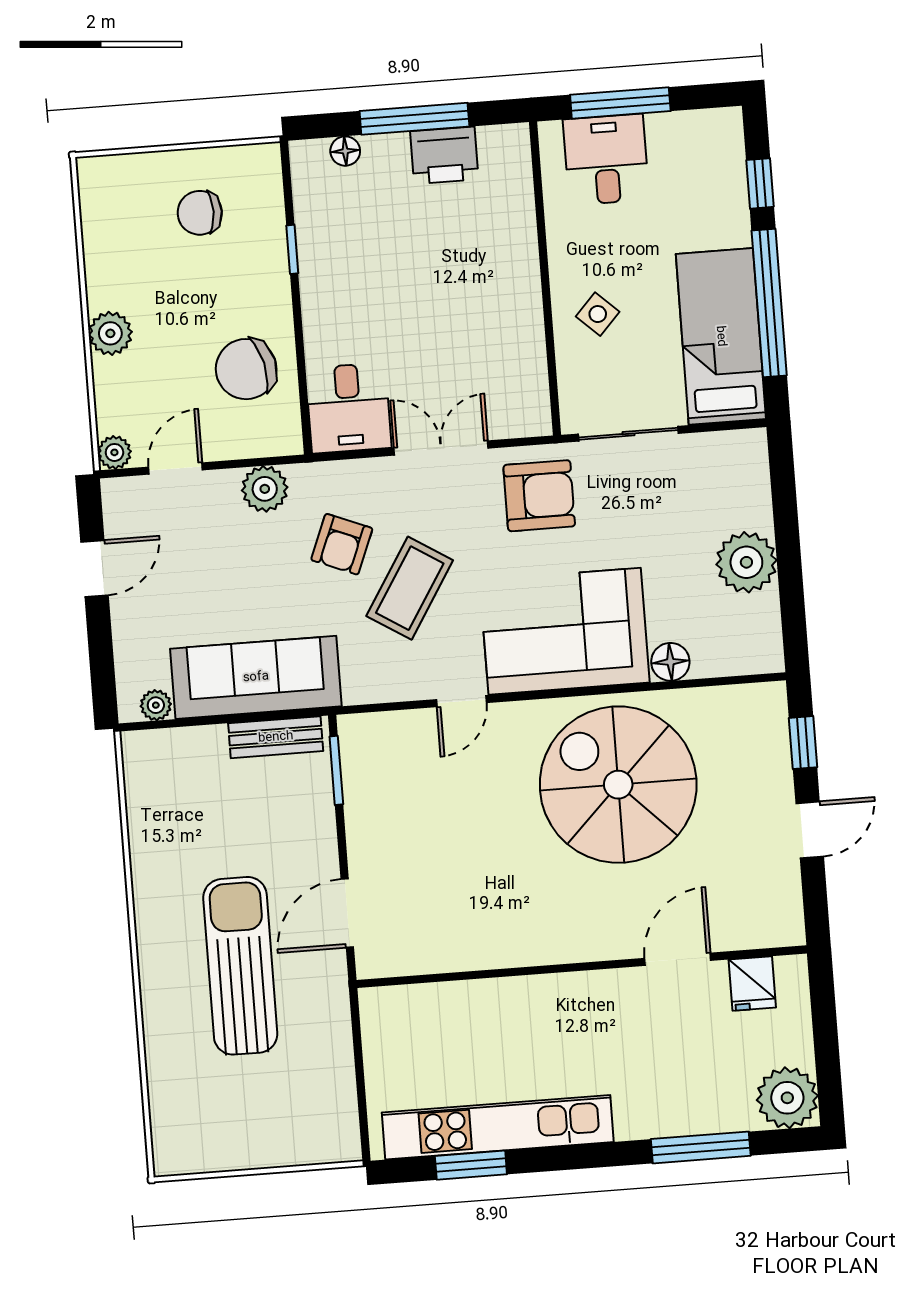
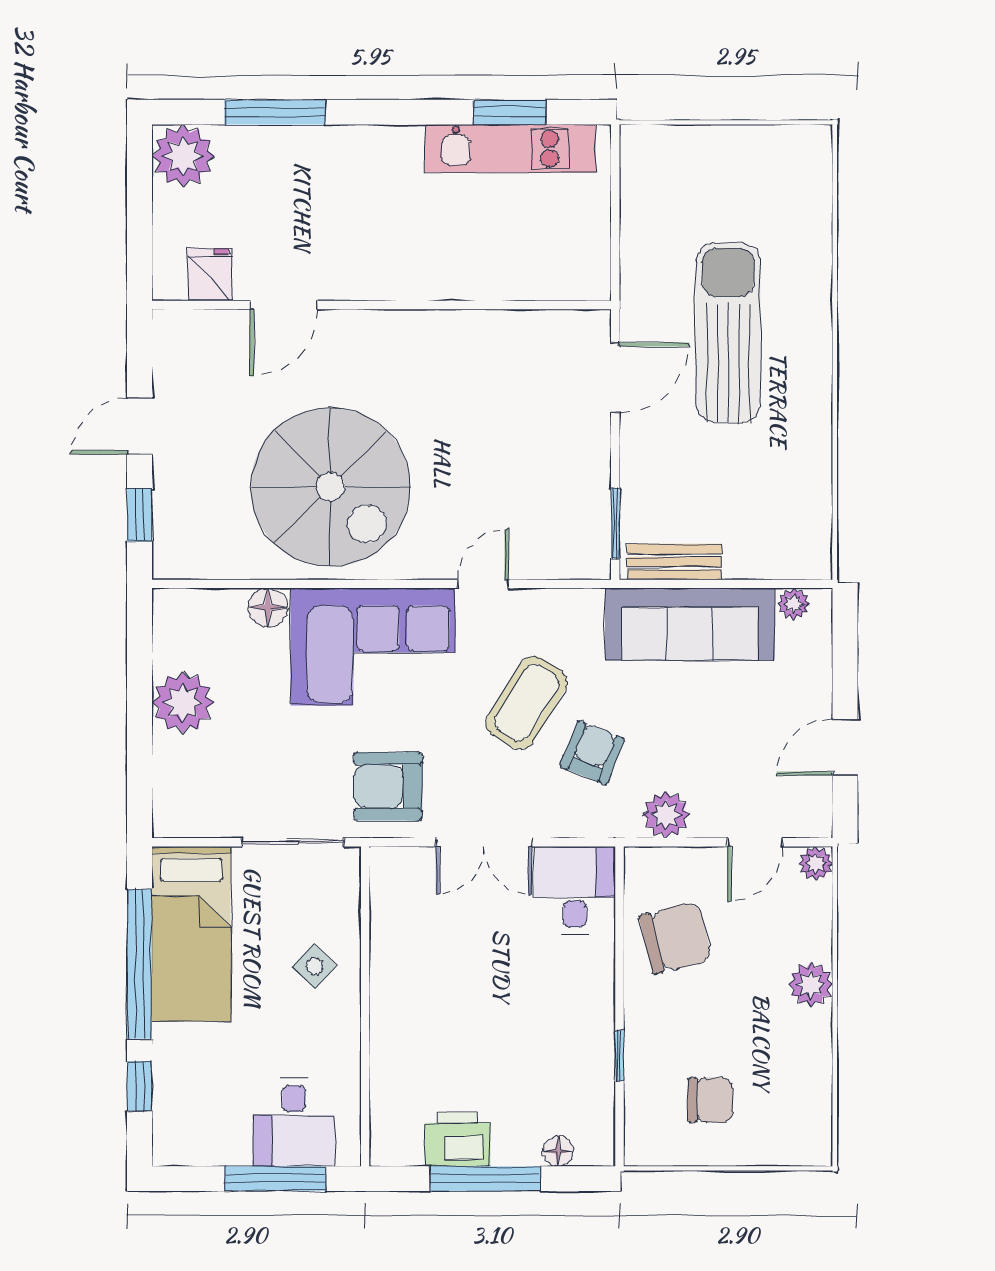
sun lounger: (240, 966) -> (728, 332), turned 180
kitchen unit: (498, 1127) -> (510, 149), width x0.73

